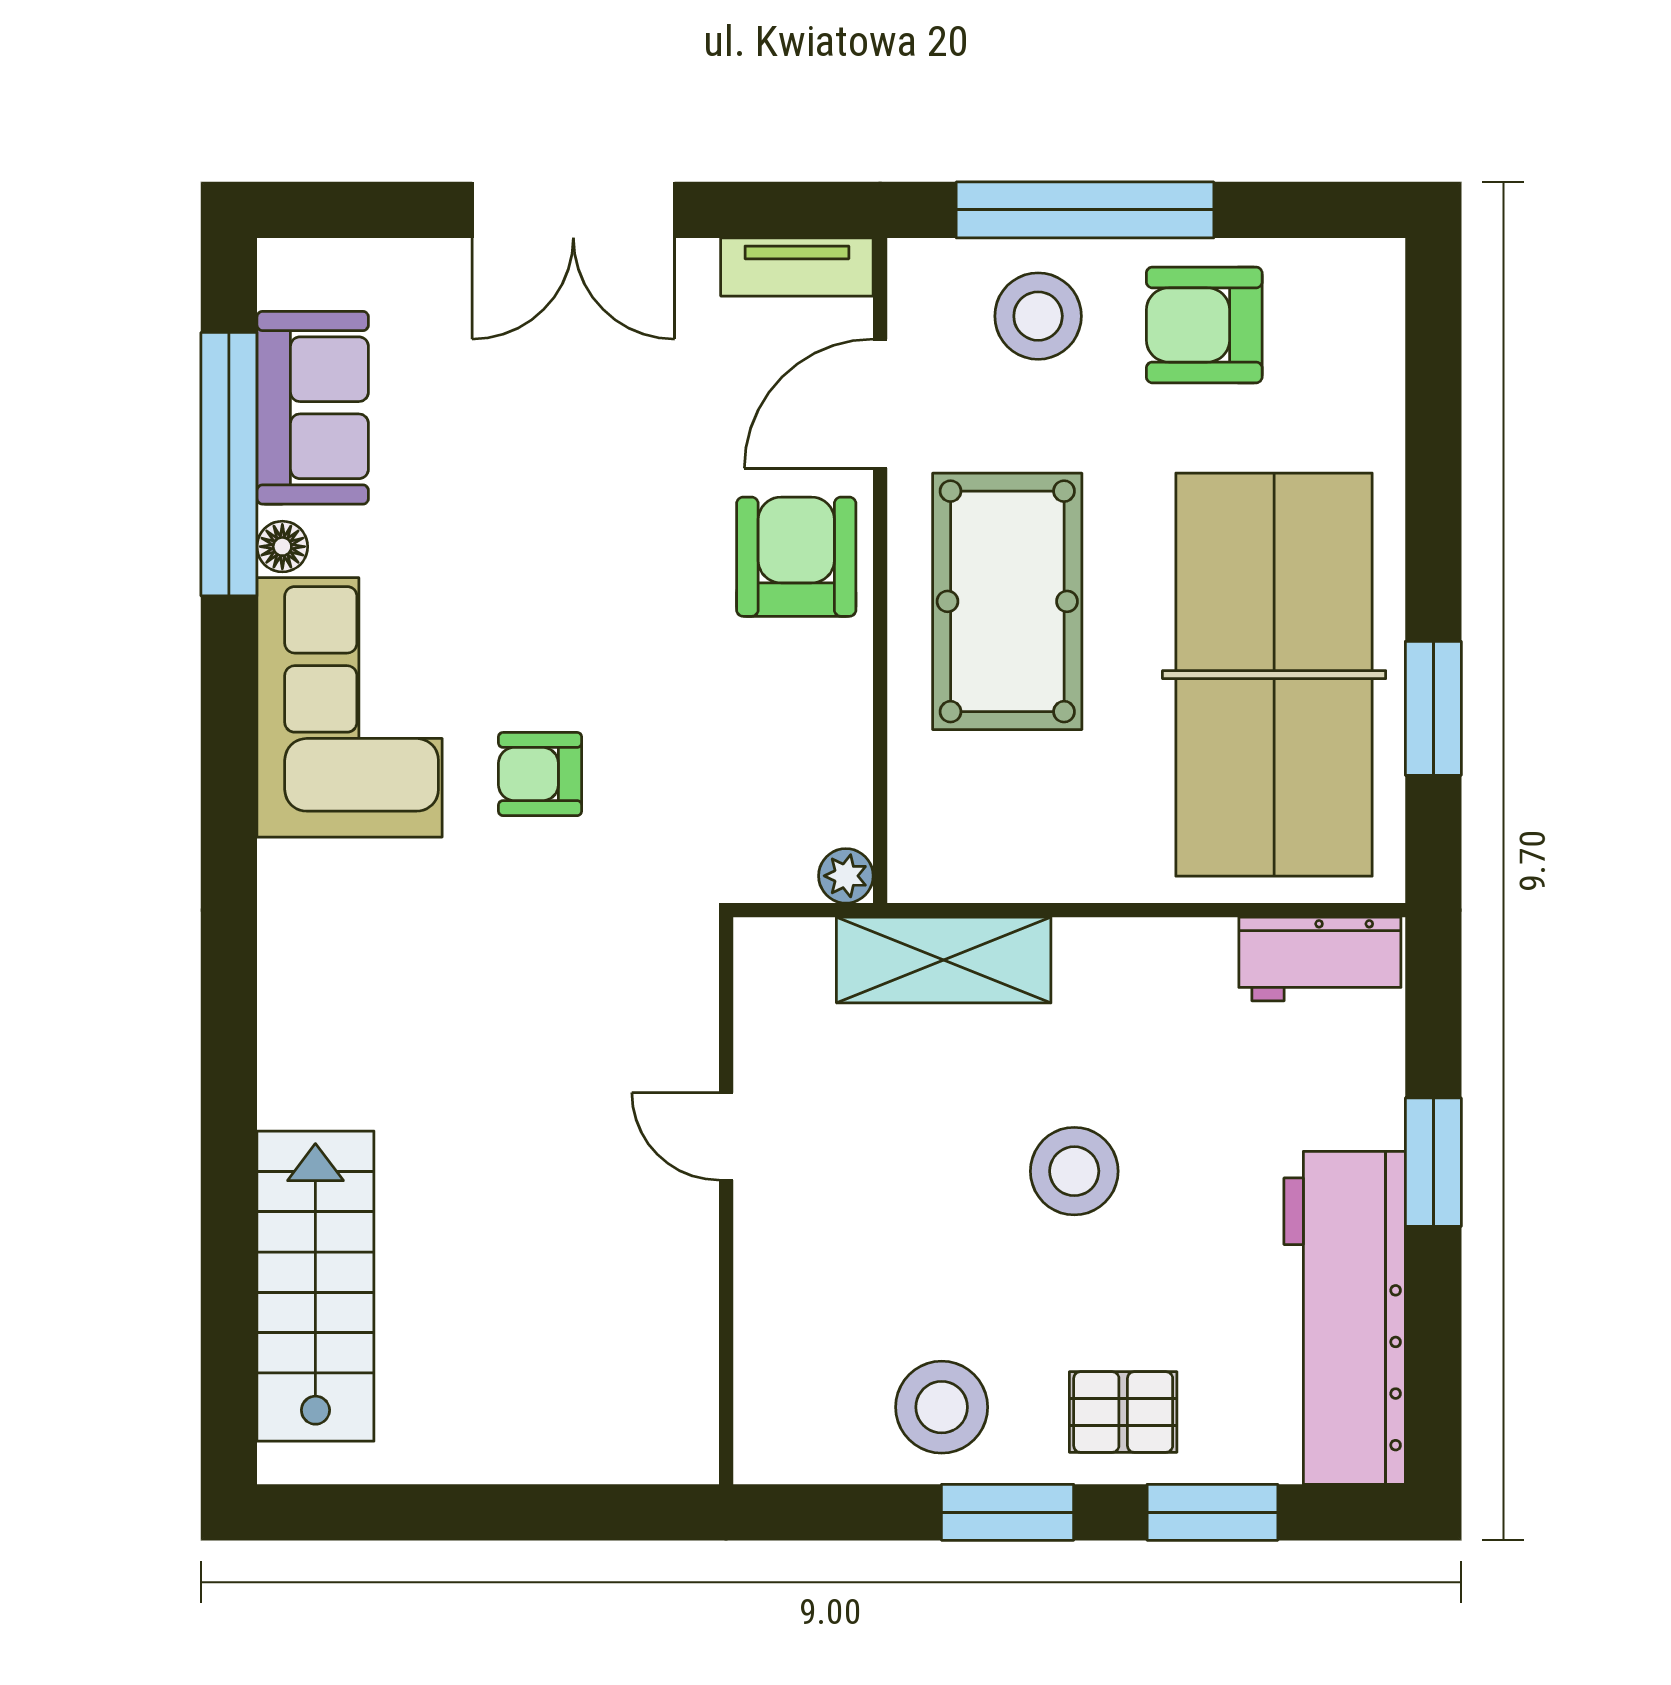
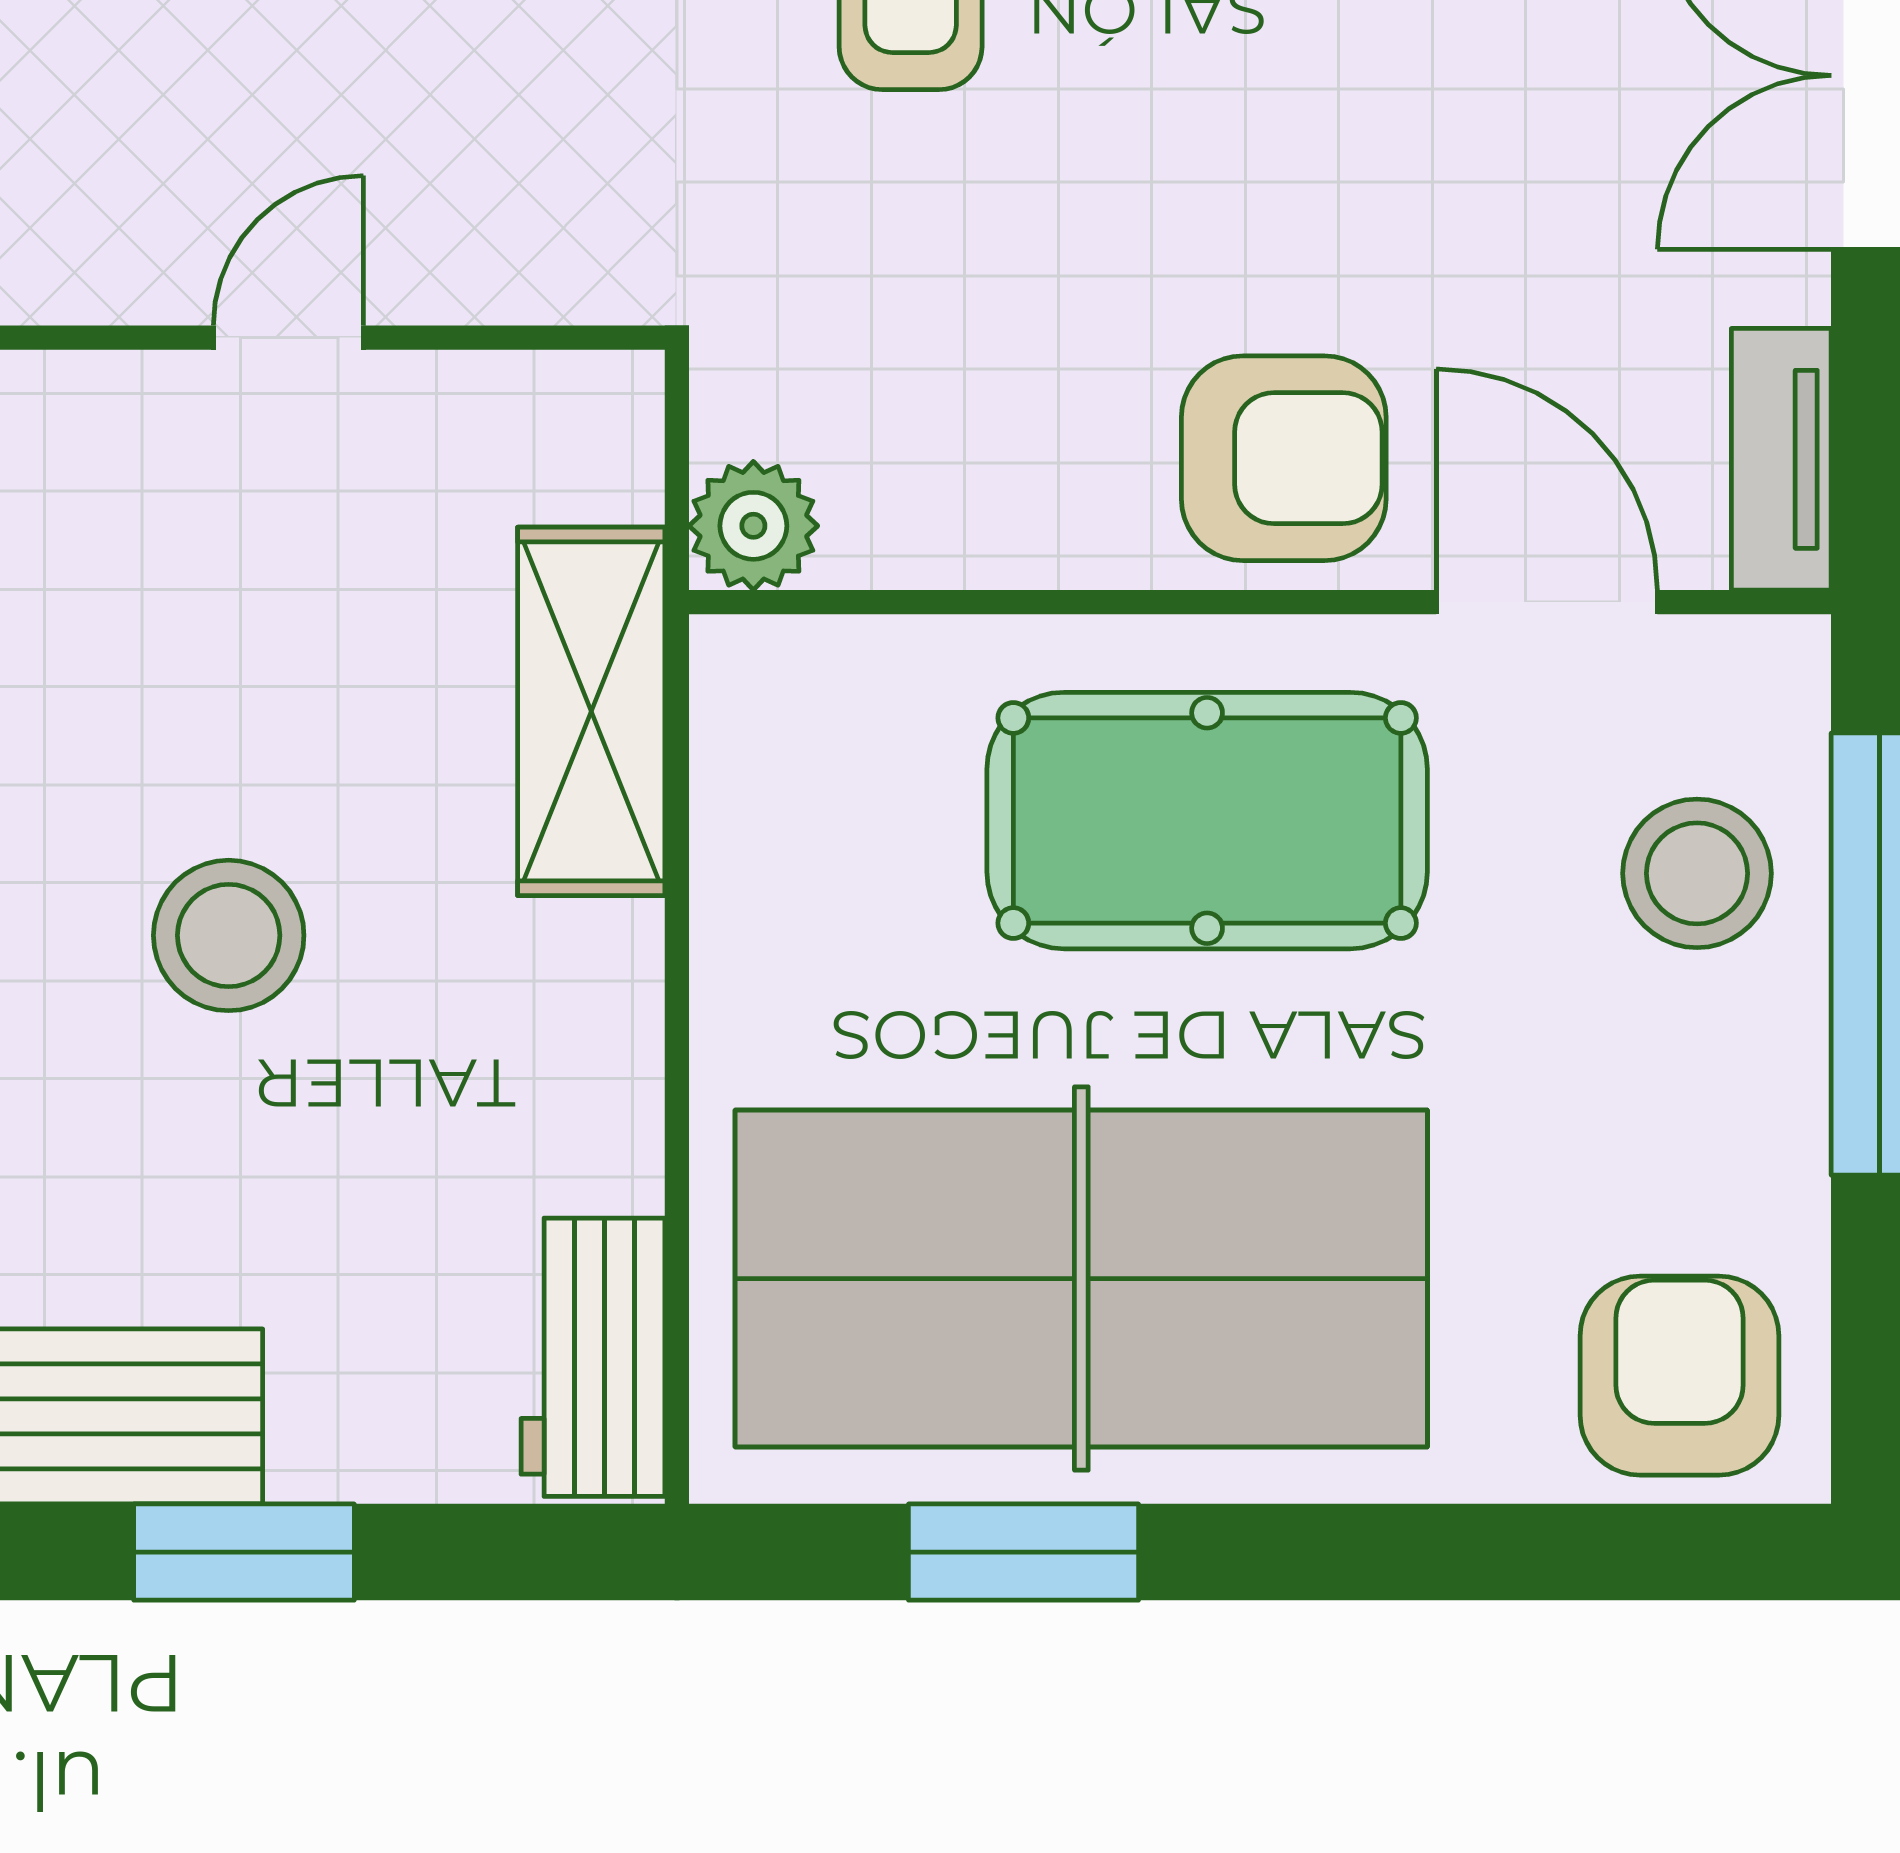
armchair: (1204, 325) -> (1679, 1376), moved
plant: (846, 876) -> (753, 526), width x1.38, depth x1.38

